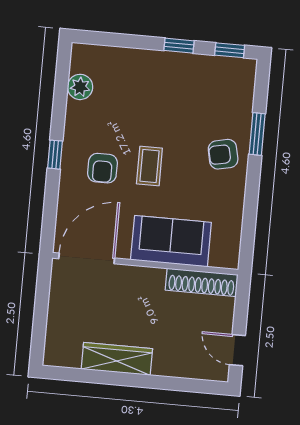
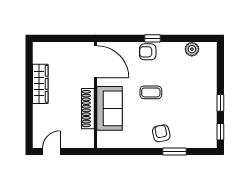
armchair: (102, 168) -> (148, 52), moved
shoe rack: (202, 282) -> (88, 109), moved

